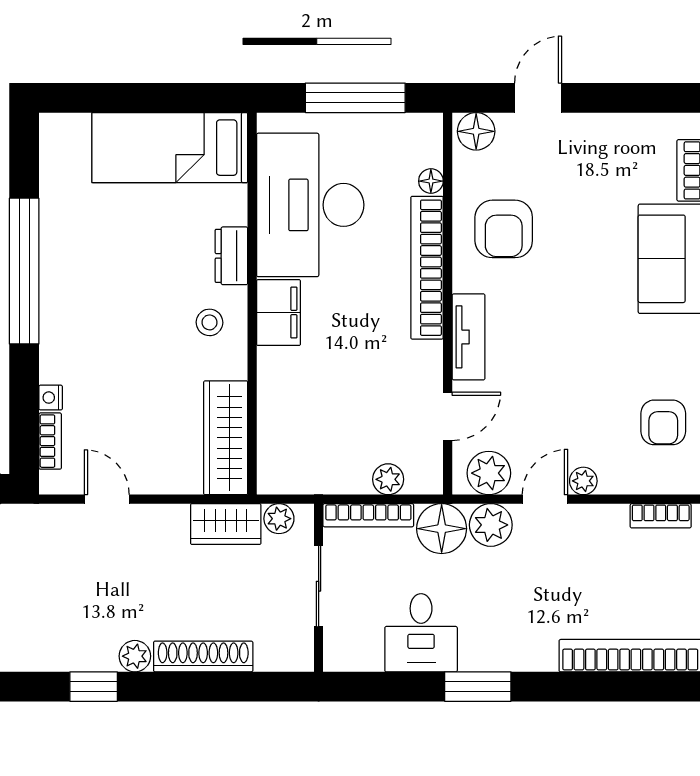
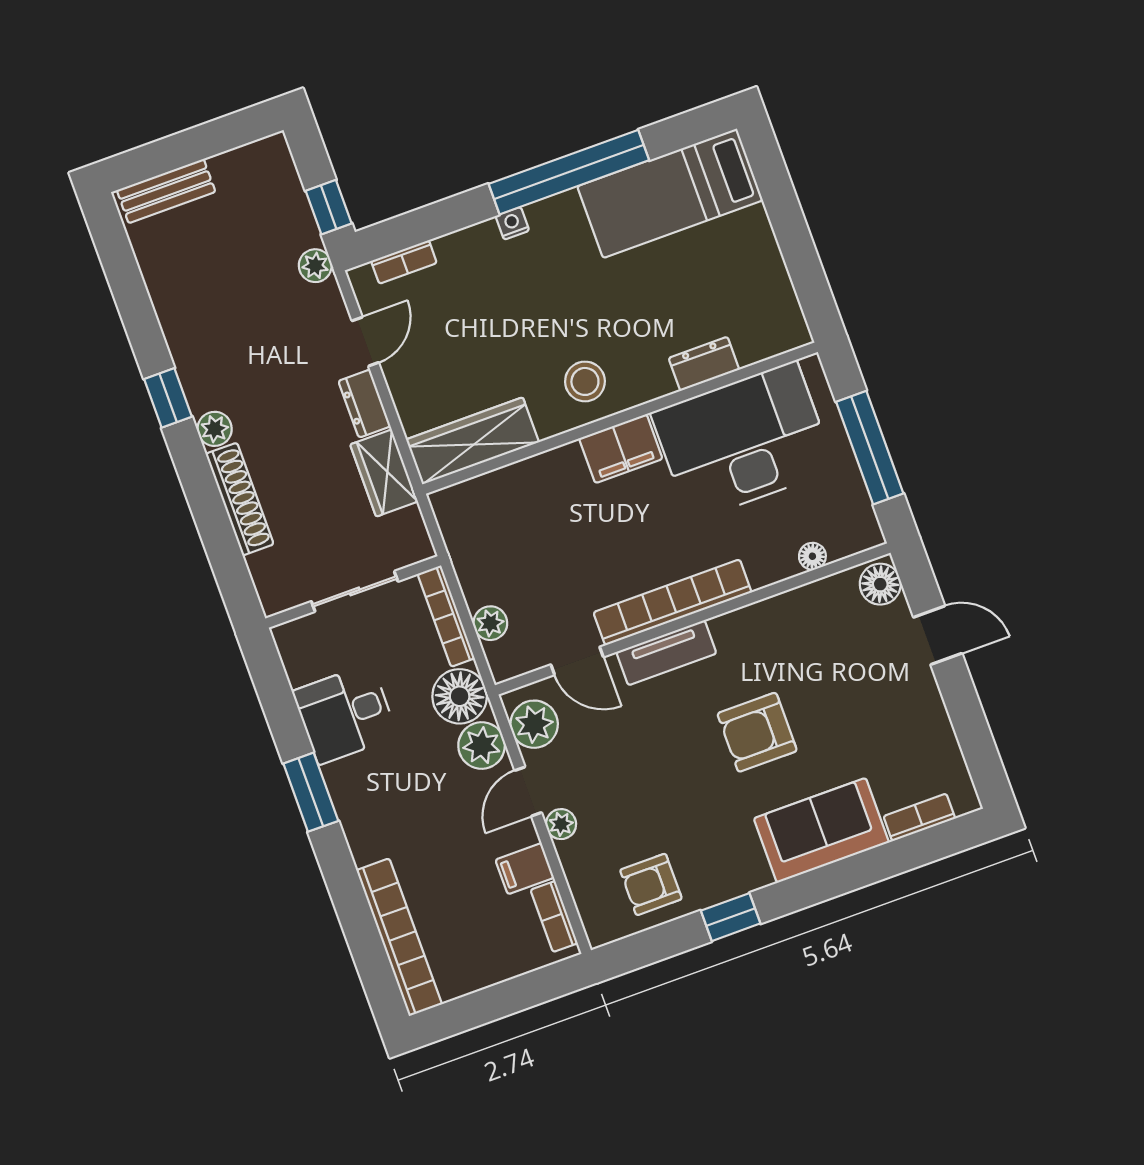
bed: (170, 148) -> (670, 193), moved, turned -90
armchair: (504, 229) -> (757, 732), moved
dresser: (231, 256) -> (704, 364), moved
bookcase: (427, 268) -> (672, 602), moved
stool: (209, 322) -> (585, 381), width x1.37, depth x1.37
nightstand: (51, 398) -> (512, 223), moved
door: (545, 499) -> (528, 791), swing flipped
dresser: (160, 519) -> (364, 404), added
plant: (279, 519) -> (315, 266), moved
filing cabinet: (610, 526) -> (525, 869), added

